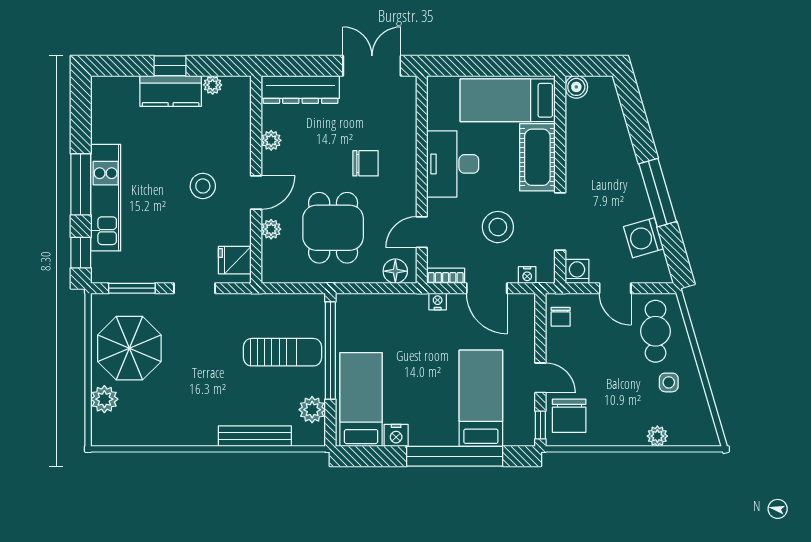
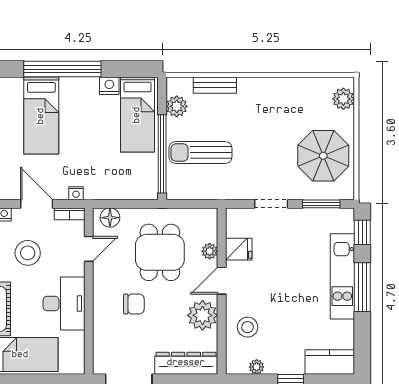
kitchen counter: (171, 91) -> (330, 362), moved
plant: (271, 140) -> (203, 315), width x1.87, depth x1.87
chair: (365, 163) -> (134, 304), turned 180
stool: (203, 186) -> (248, 327), moved
fridge: (235, 260) -> (239, 249), moved
plant: (104, 399) -> (343, 99), moved
bench: (255, 436) -> (215, 85), width x0.73

